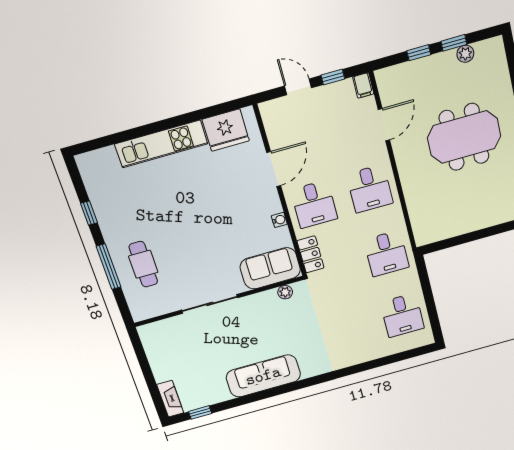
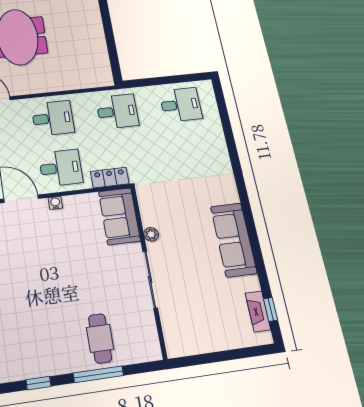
water cooler: (279, 220) -> (55, 203), moved
cafe table: (143, 264) -> (100, 338), turned 90
plant: (285, 292) -> (151, 234), moved
fireplace: (170, 399) -> (258, 311), moved, turned -90

